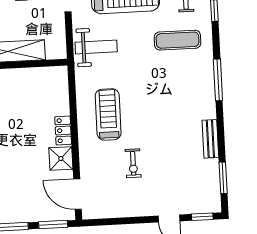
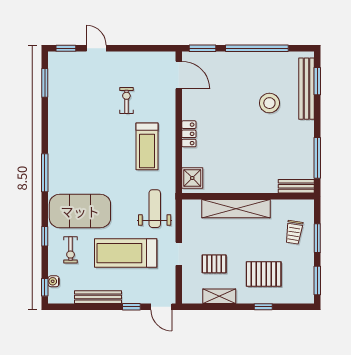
exercise mat: (178, 40) -> (80, 211), width x2.00, depth x1.45
weight bench: (96, 47) -> (155, 209), turned 90
bench: (210, 139) -> (55, 119), removed
shower: (61, 159) -> (192, 178), moved

